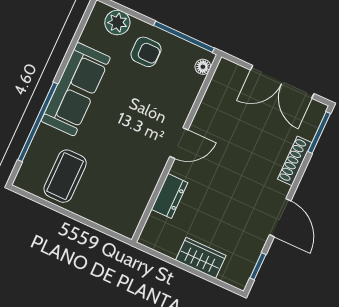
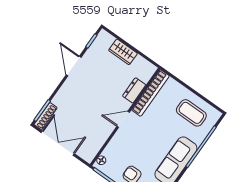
shoe rack: (295, 161) -> (46, 116), moved
coffee table: (65, 176) -> (191, 113), turned 90
bookcase: (141, 197) -> (150, 93), added

